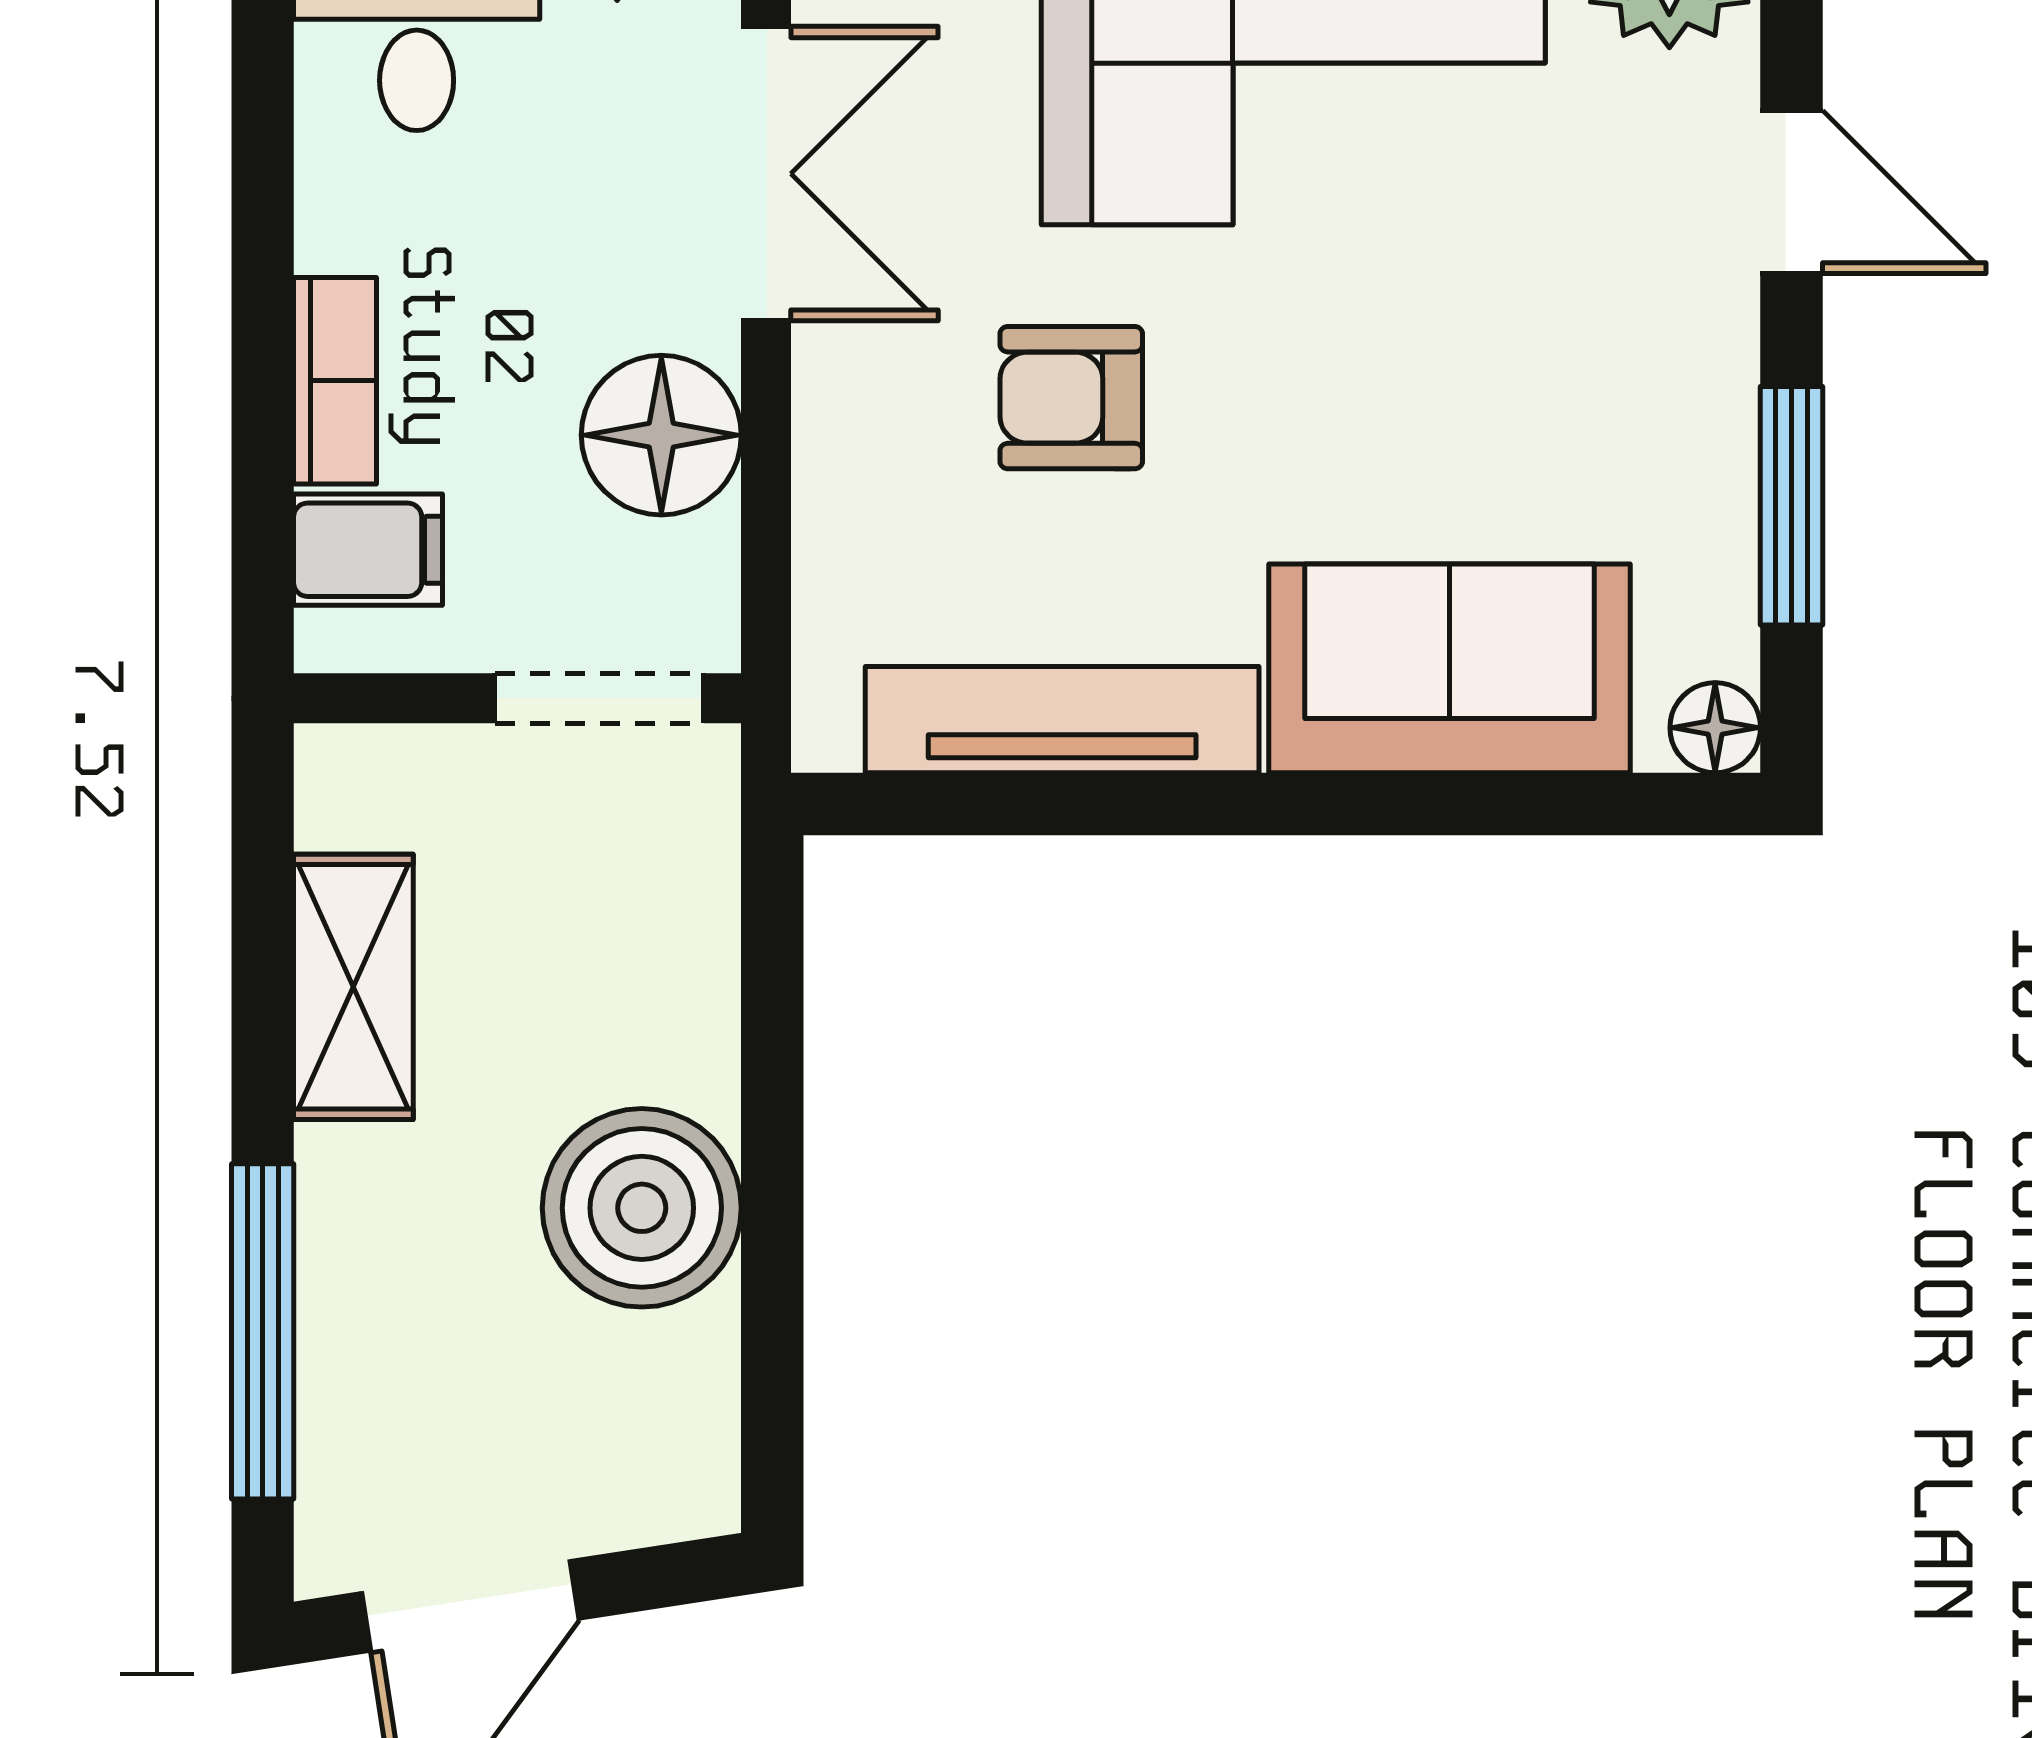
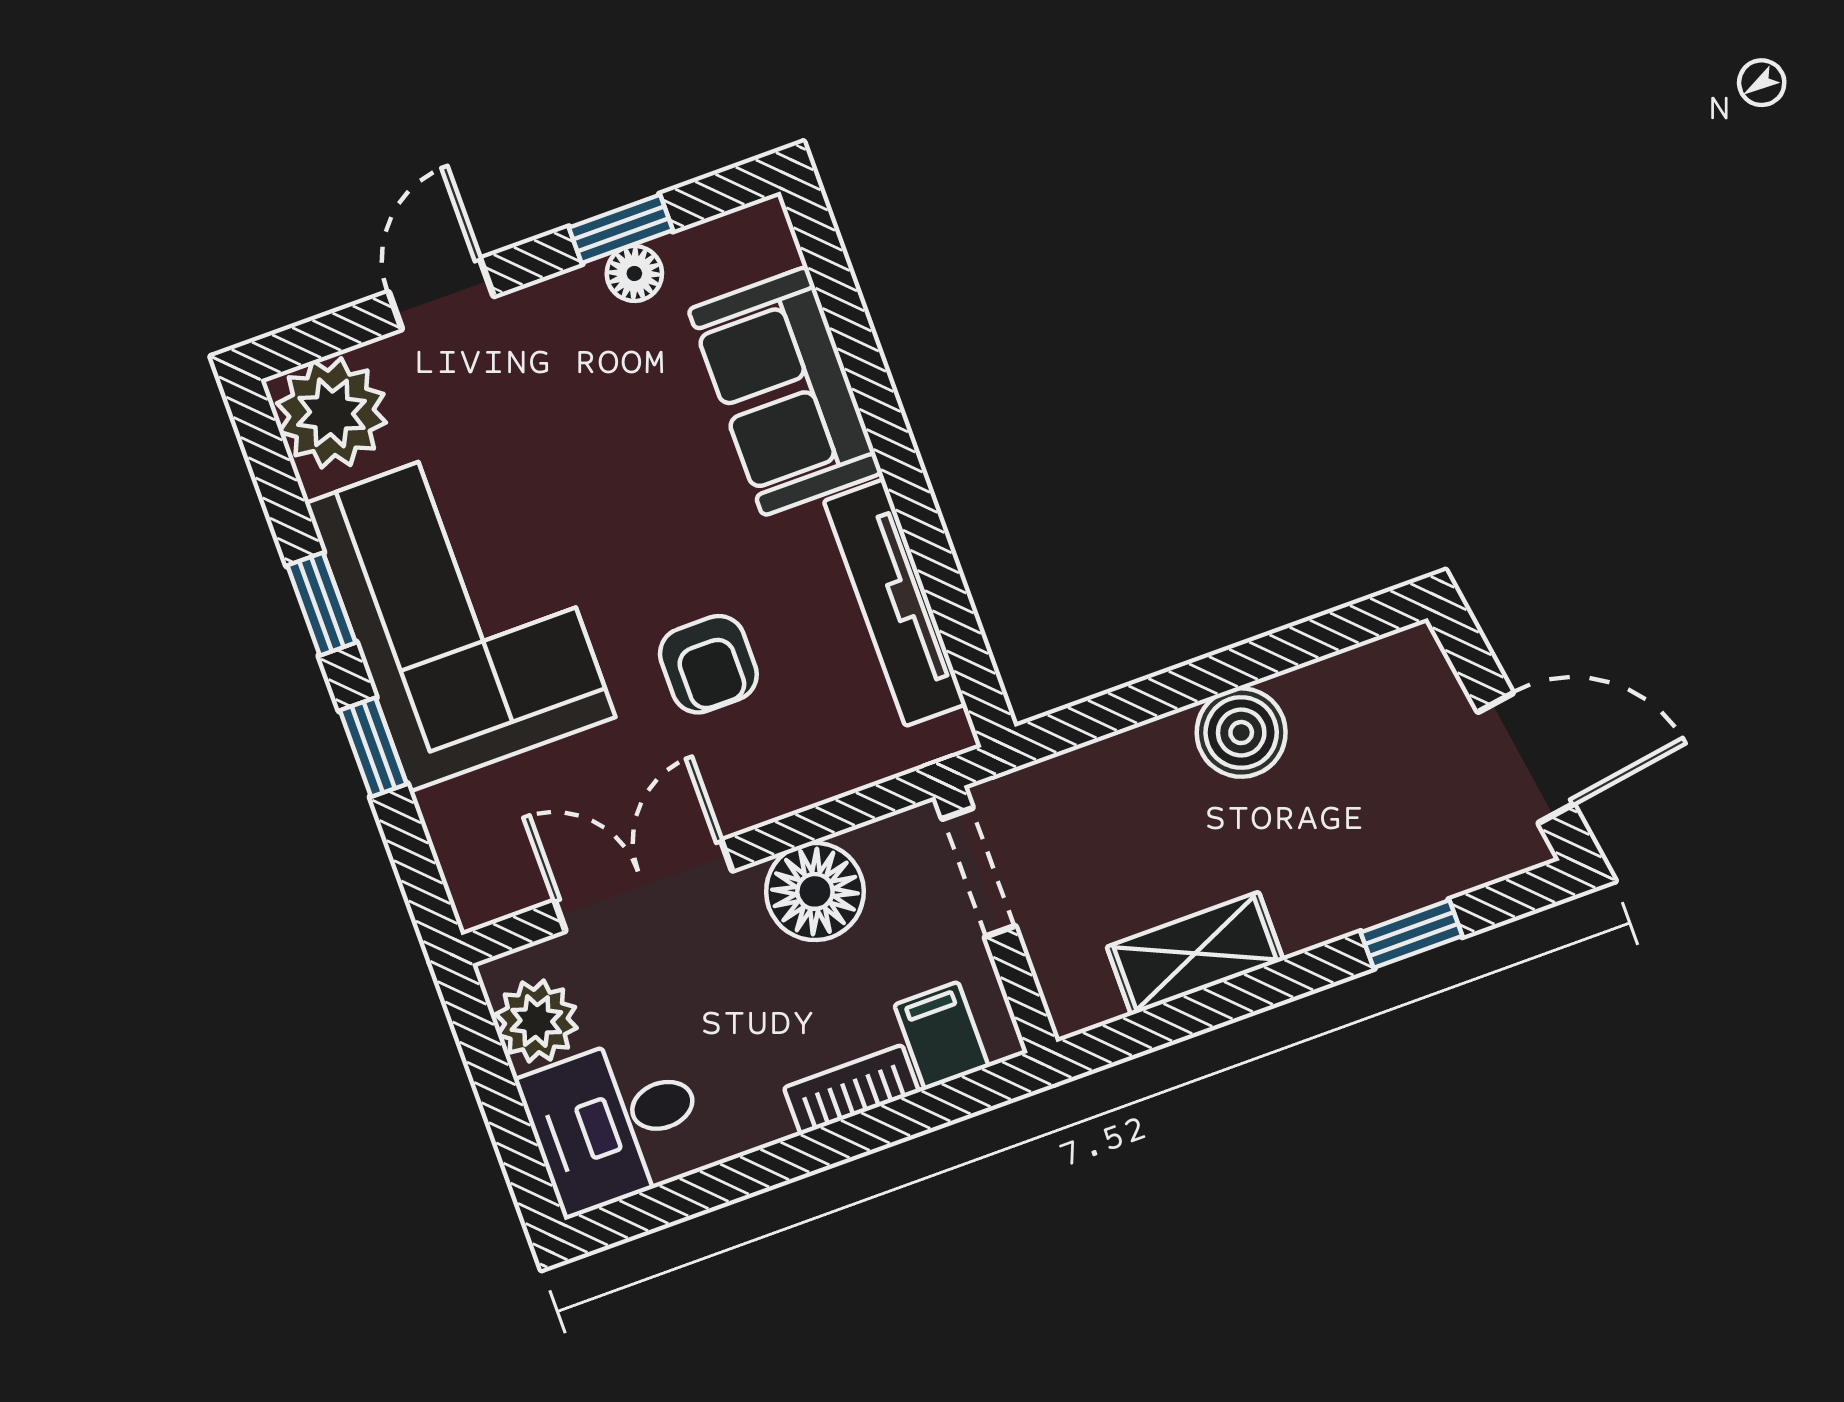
window: (1792, 506) -> (621, 229), width x0.67
floor lamp: (1715, 728) -> (634, 273), moved
boiler: (642, 1208) -> (1241, 733), width x0.73, depth x0.73
window: (263, 1331) -> (1411, 934), width x0.46

